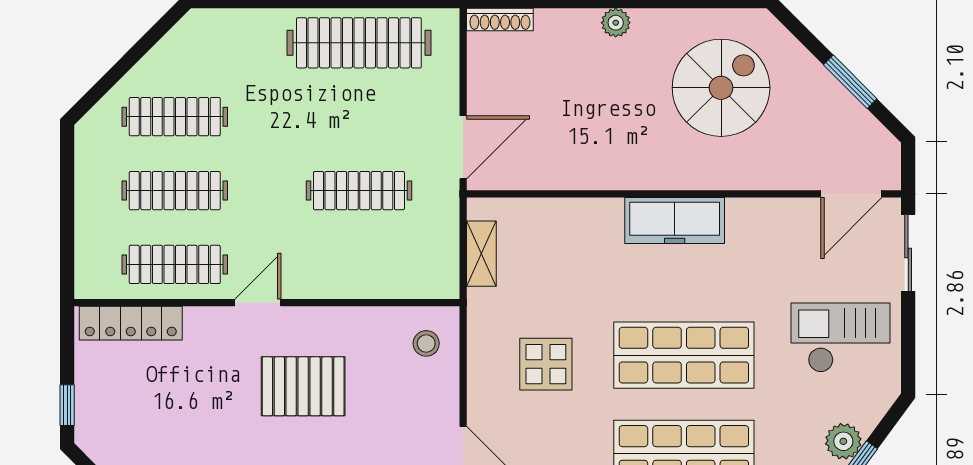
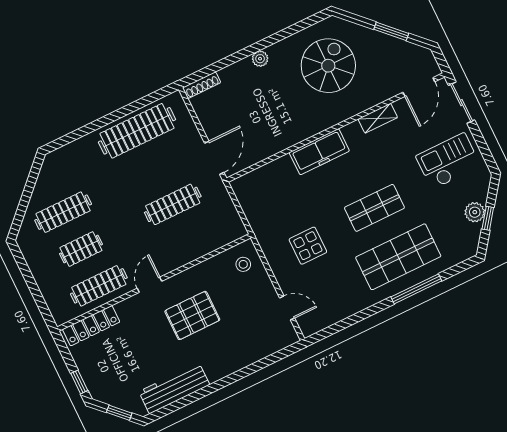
clothes rail: (175, 191) -> (81, 249), width x0.73
freezer: (675, 221) -> (319, 152), moved
shelving: (481, 254) -> (378, 118), moved, turned 90
shop shelf: (684, 355) -> (374, 208), width x0.70, depth x0.74

